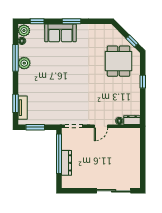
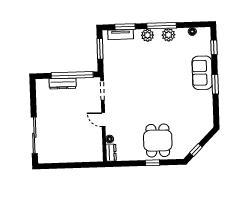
plant: (24, 31) -> (147, 35), moved
window: (15, 58) -> (162, 26), moved
dining table: (119, 61) -> (158, 141), moved, turned 90

